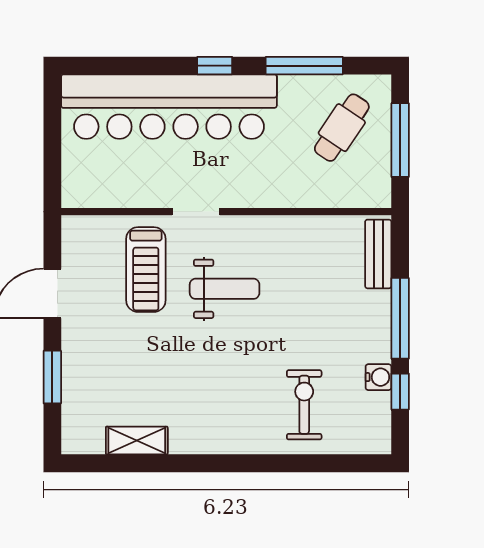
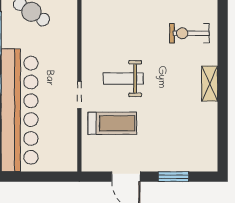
weight bench: (225, 289) -> (123, 79), turned -90
shelving: (137, 441) -> (210, 84), moved

